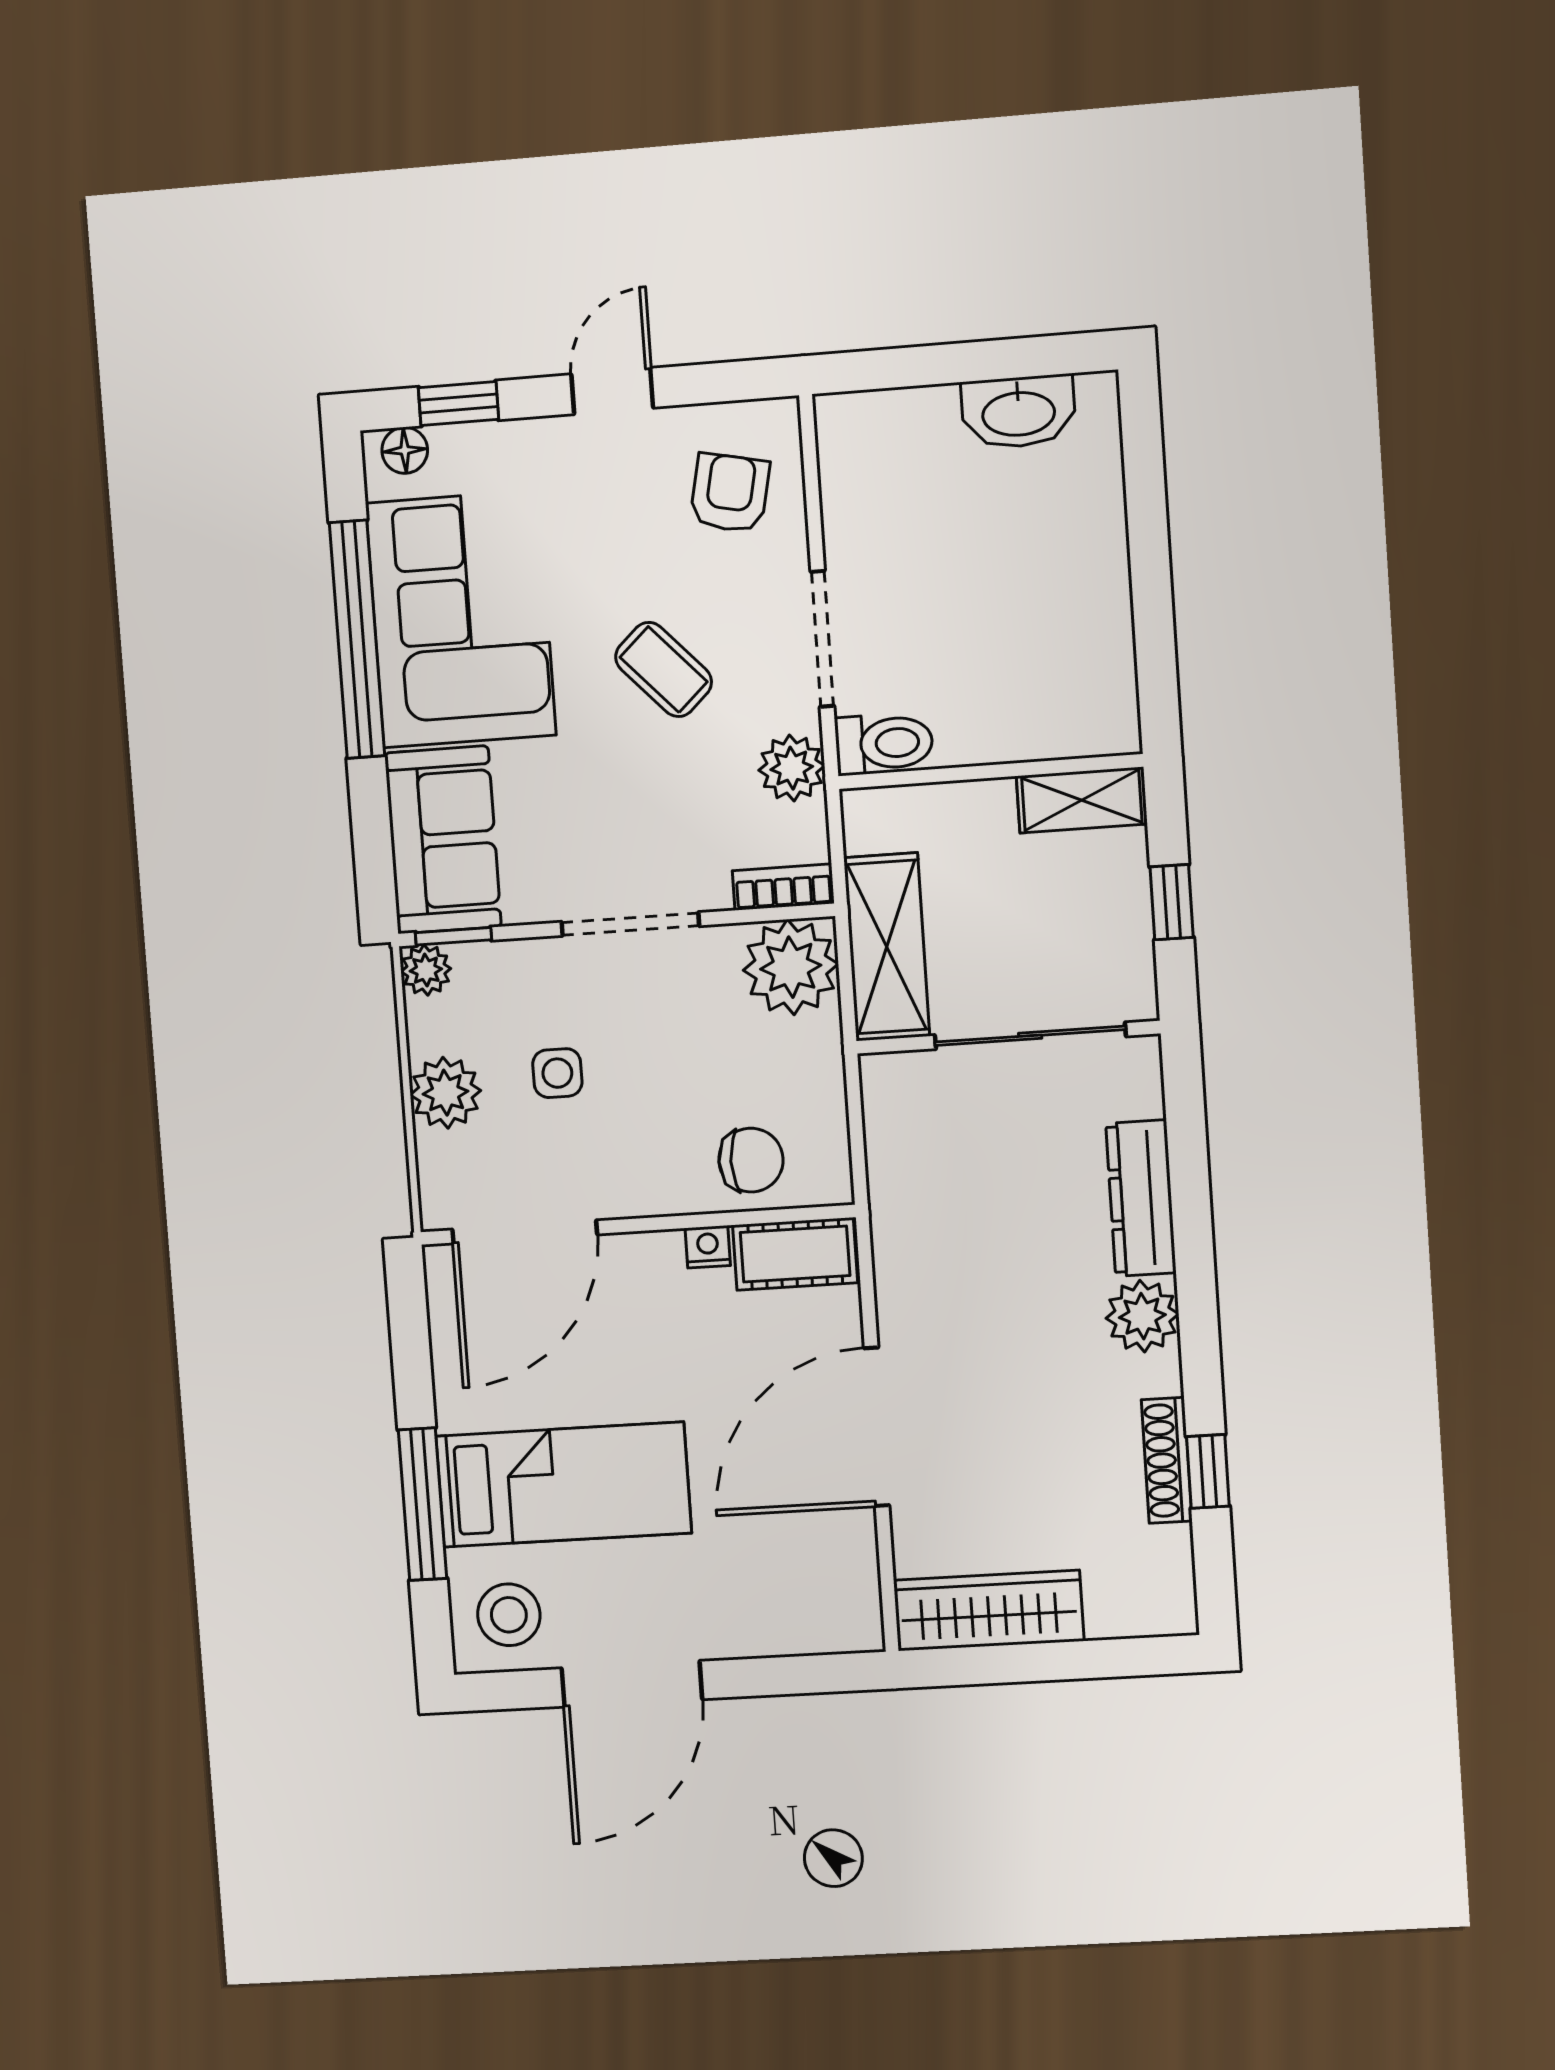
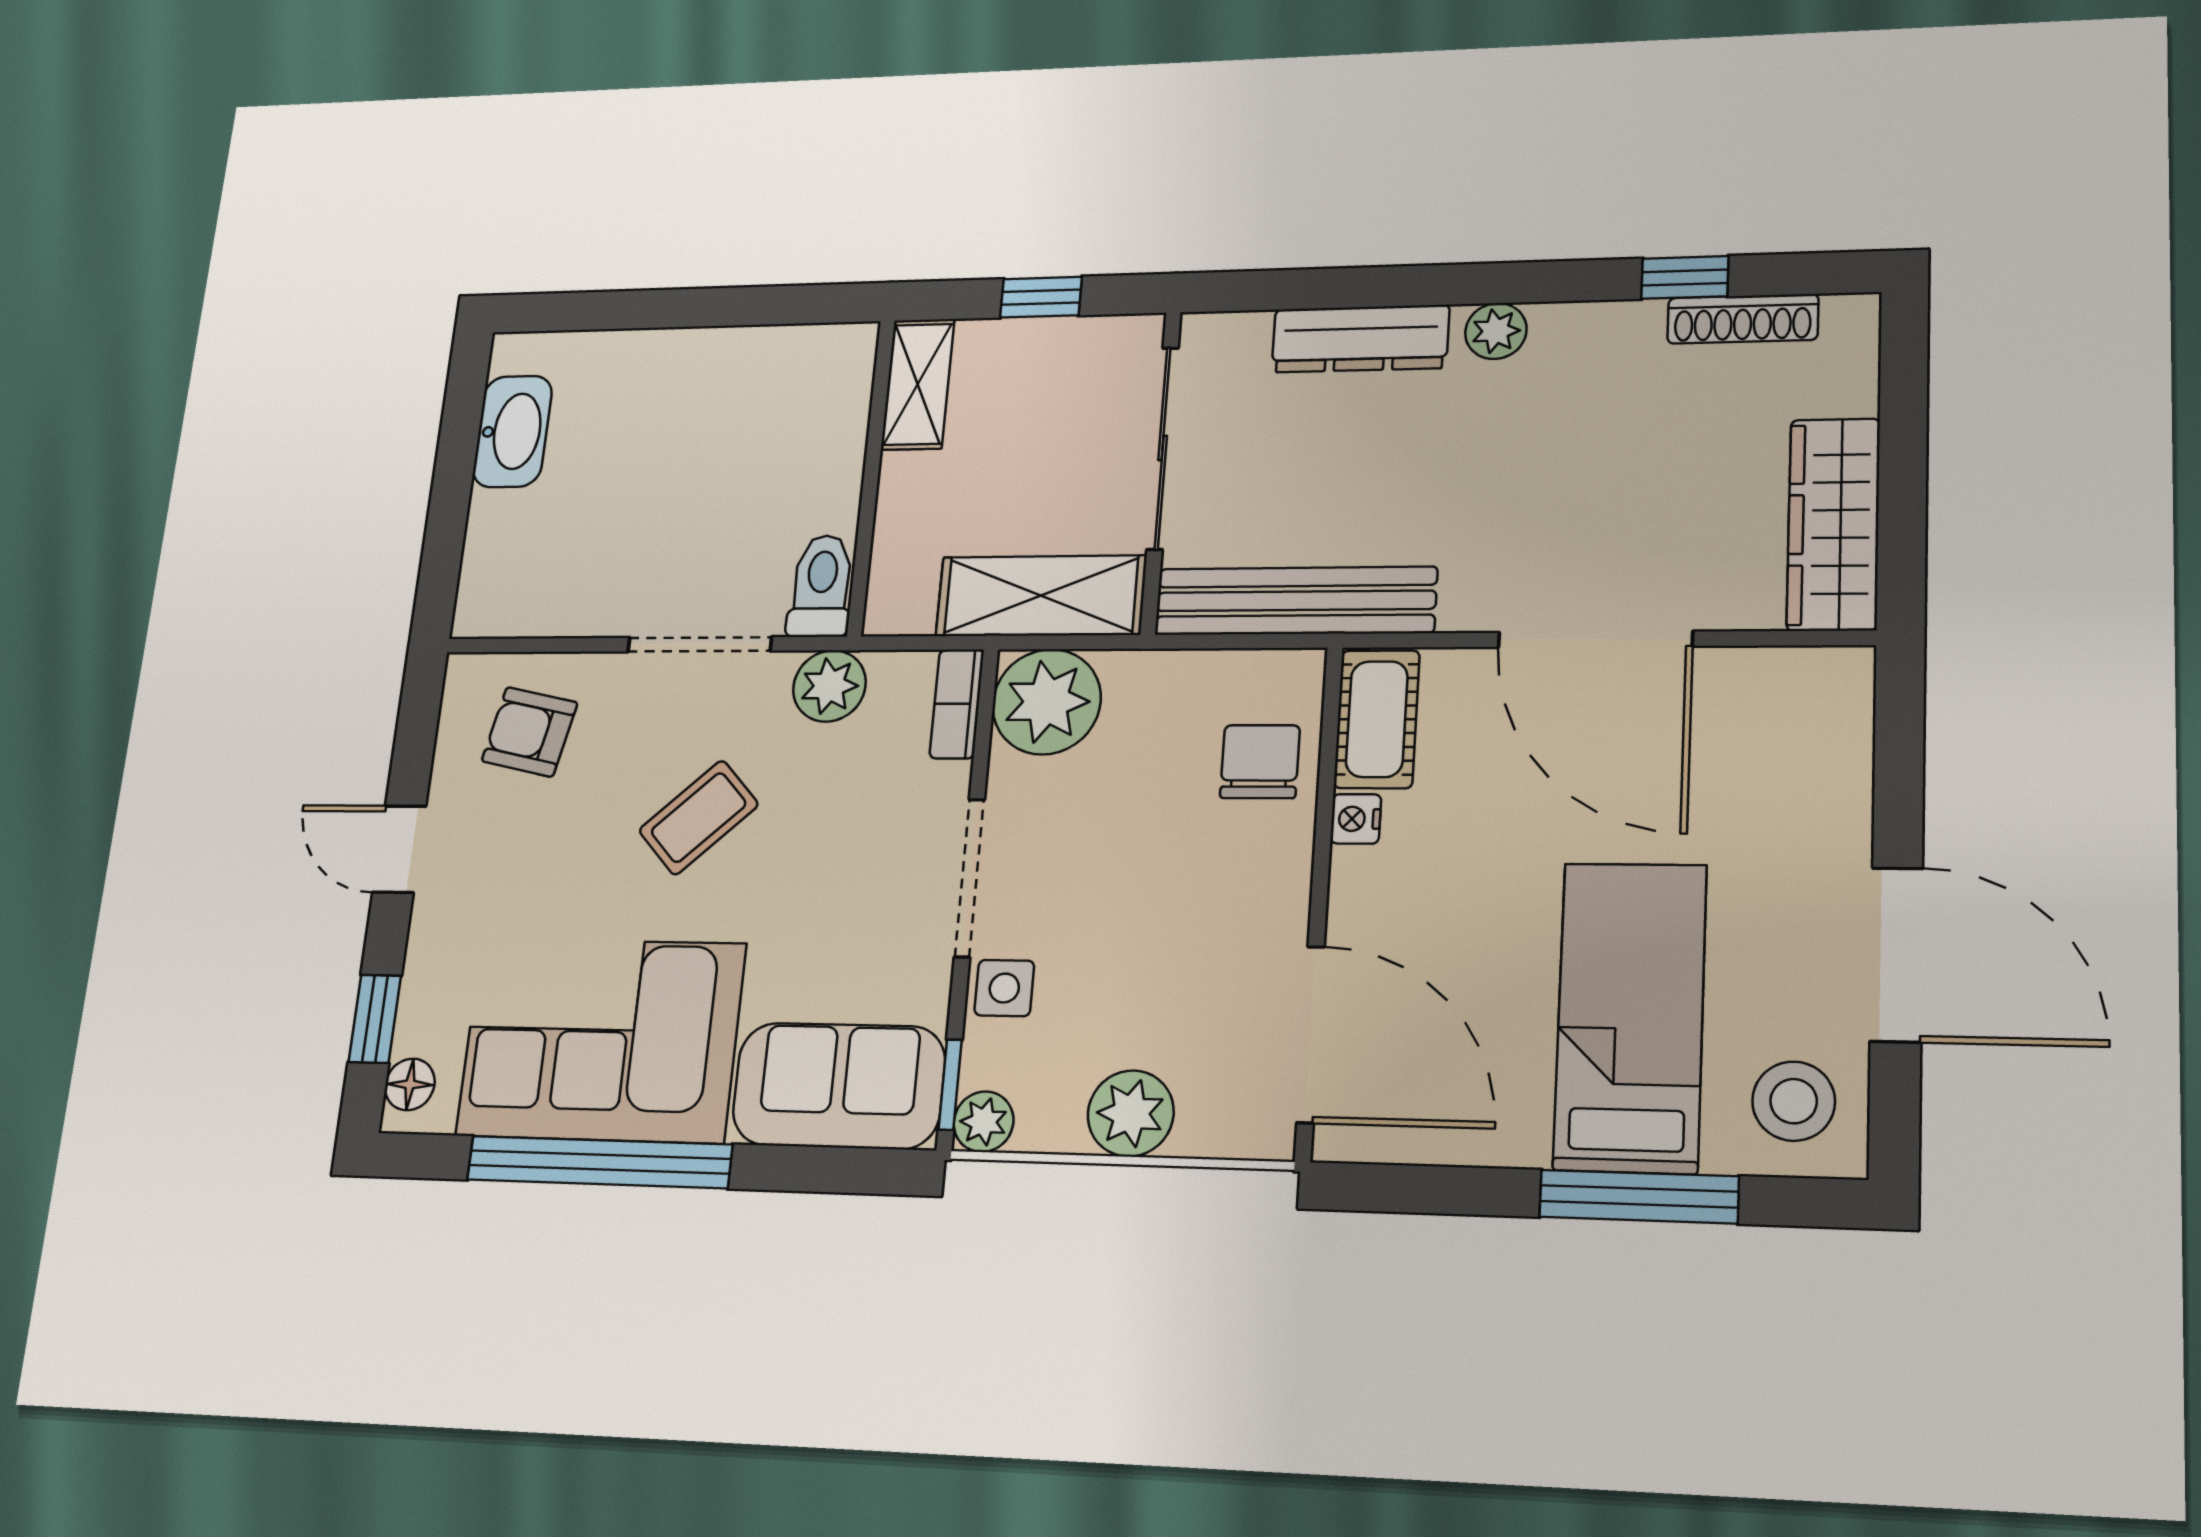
side table: (557, 1073) -> (1004, 988), moved
bench: (895, 1172) -> (1295, 601), added
plant: (1142, 1316) -> (1496, 331), width x0.73, depth x0.73
shoe rack: (1167, 1460) -> (1743, 319), moved

